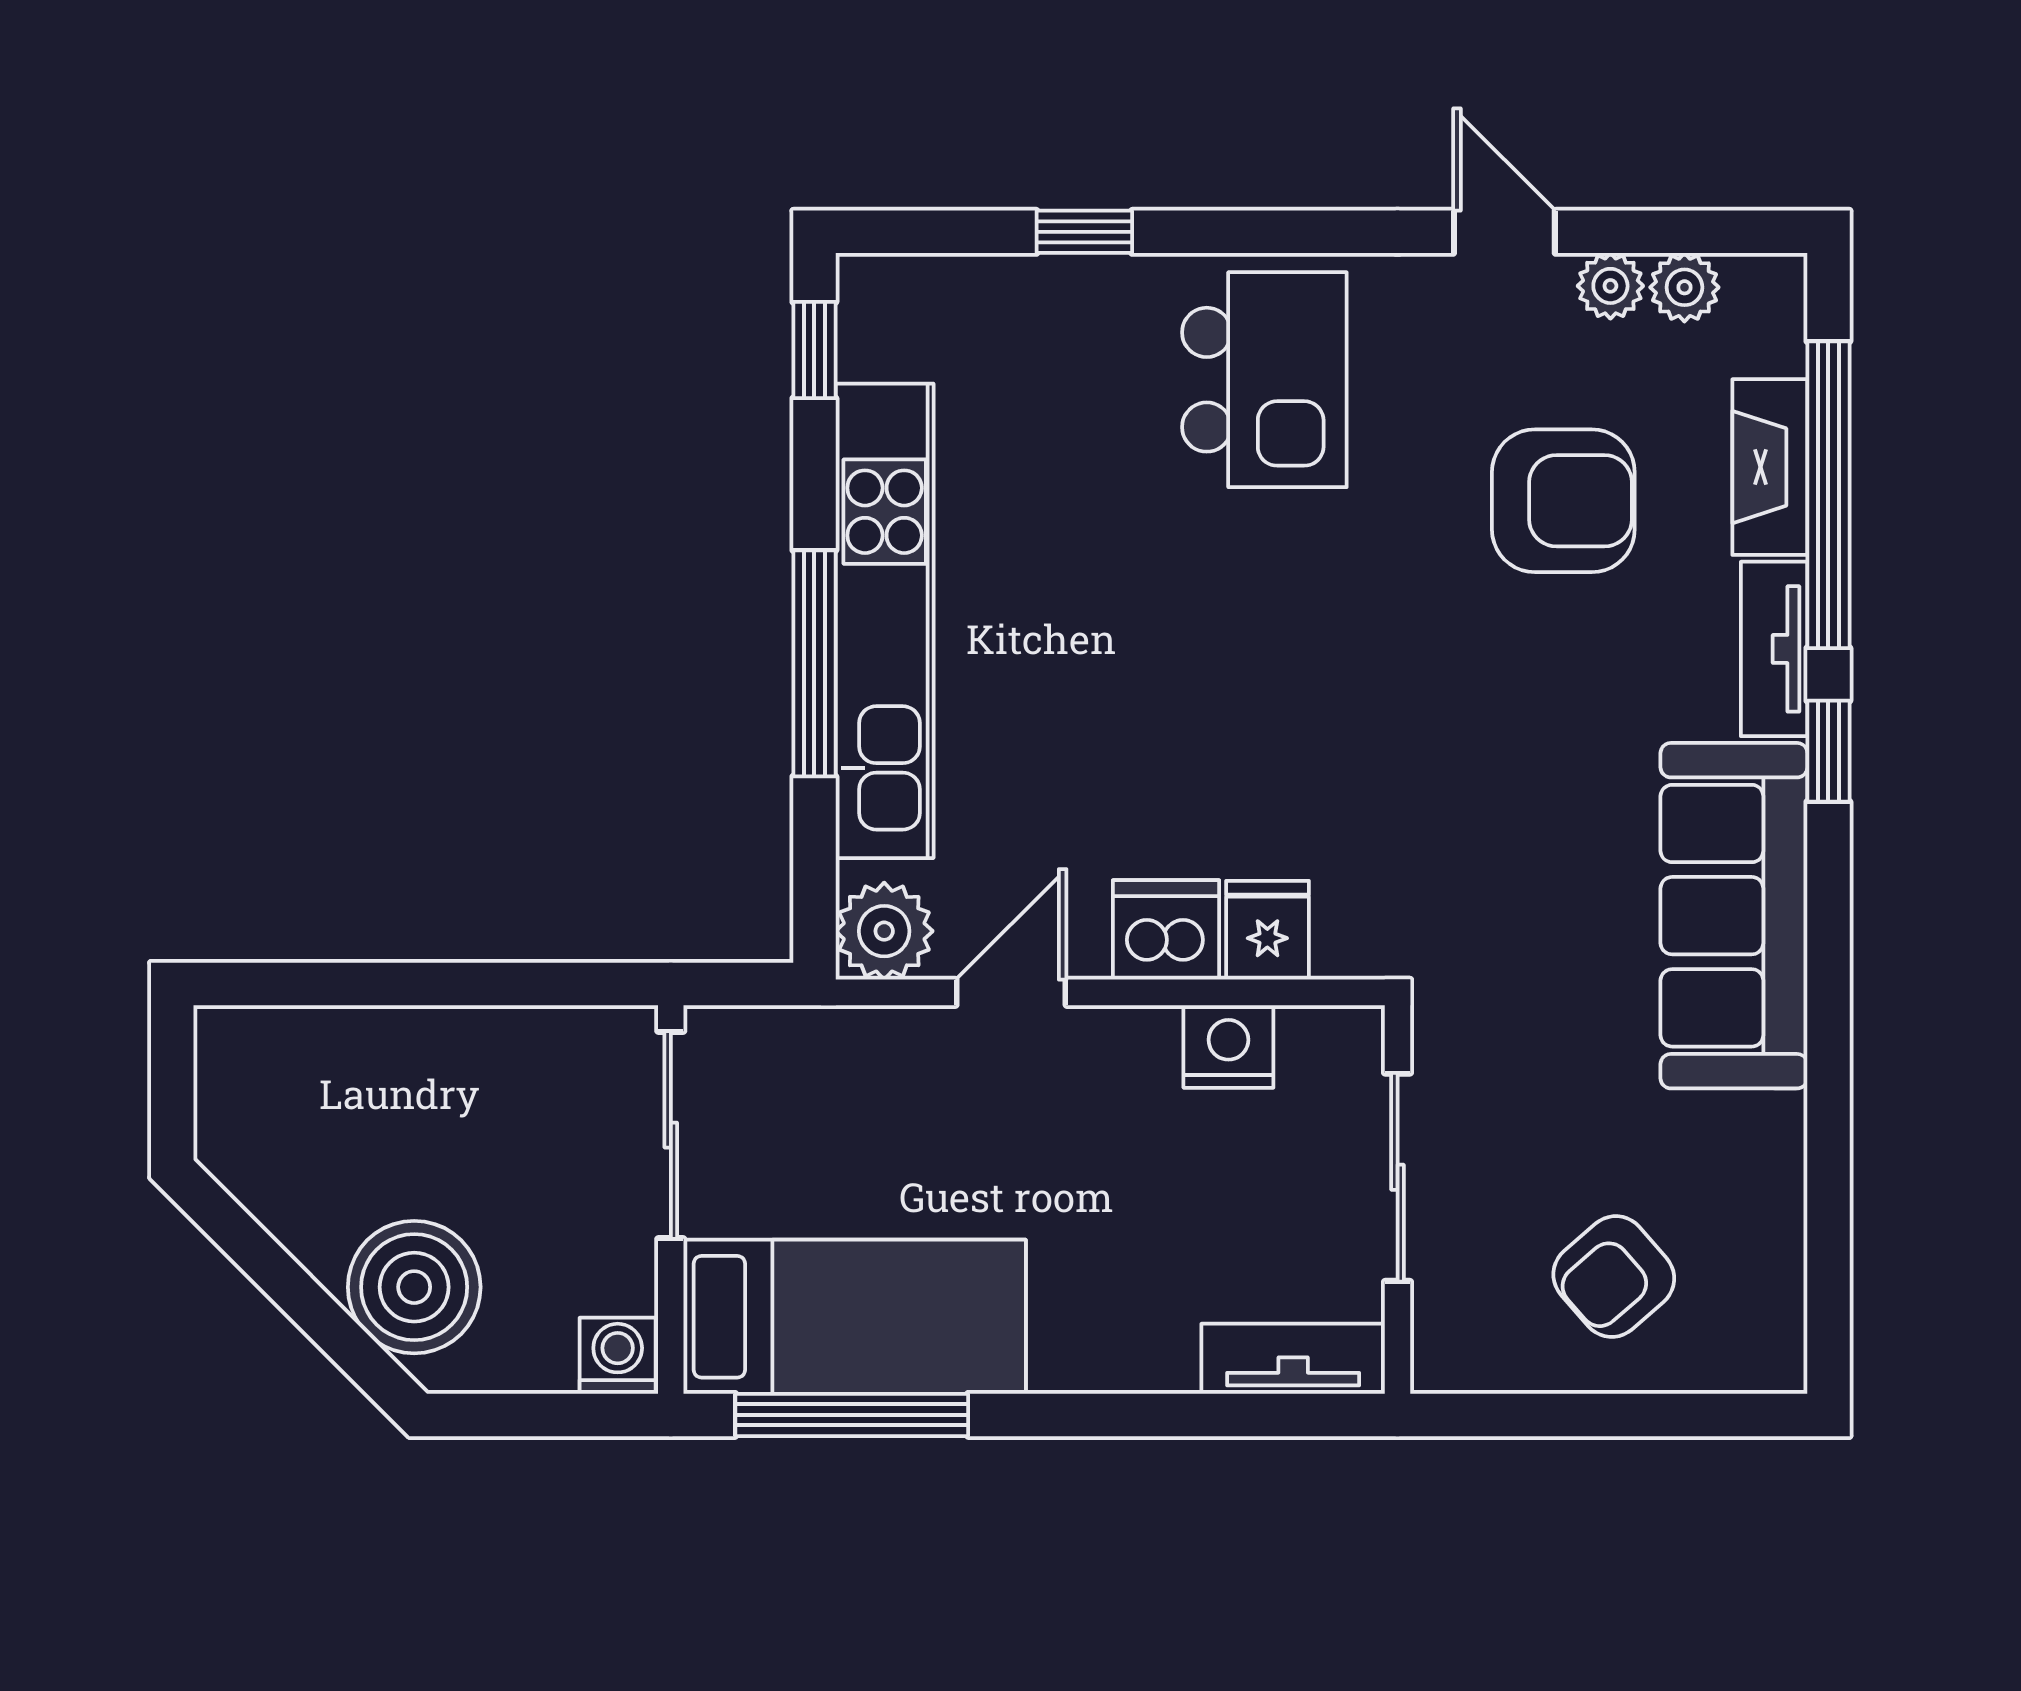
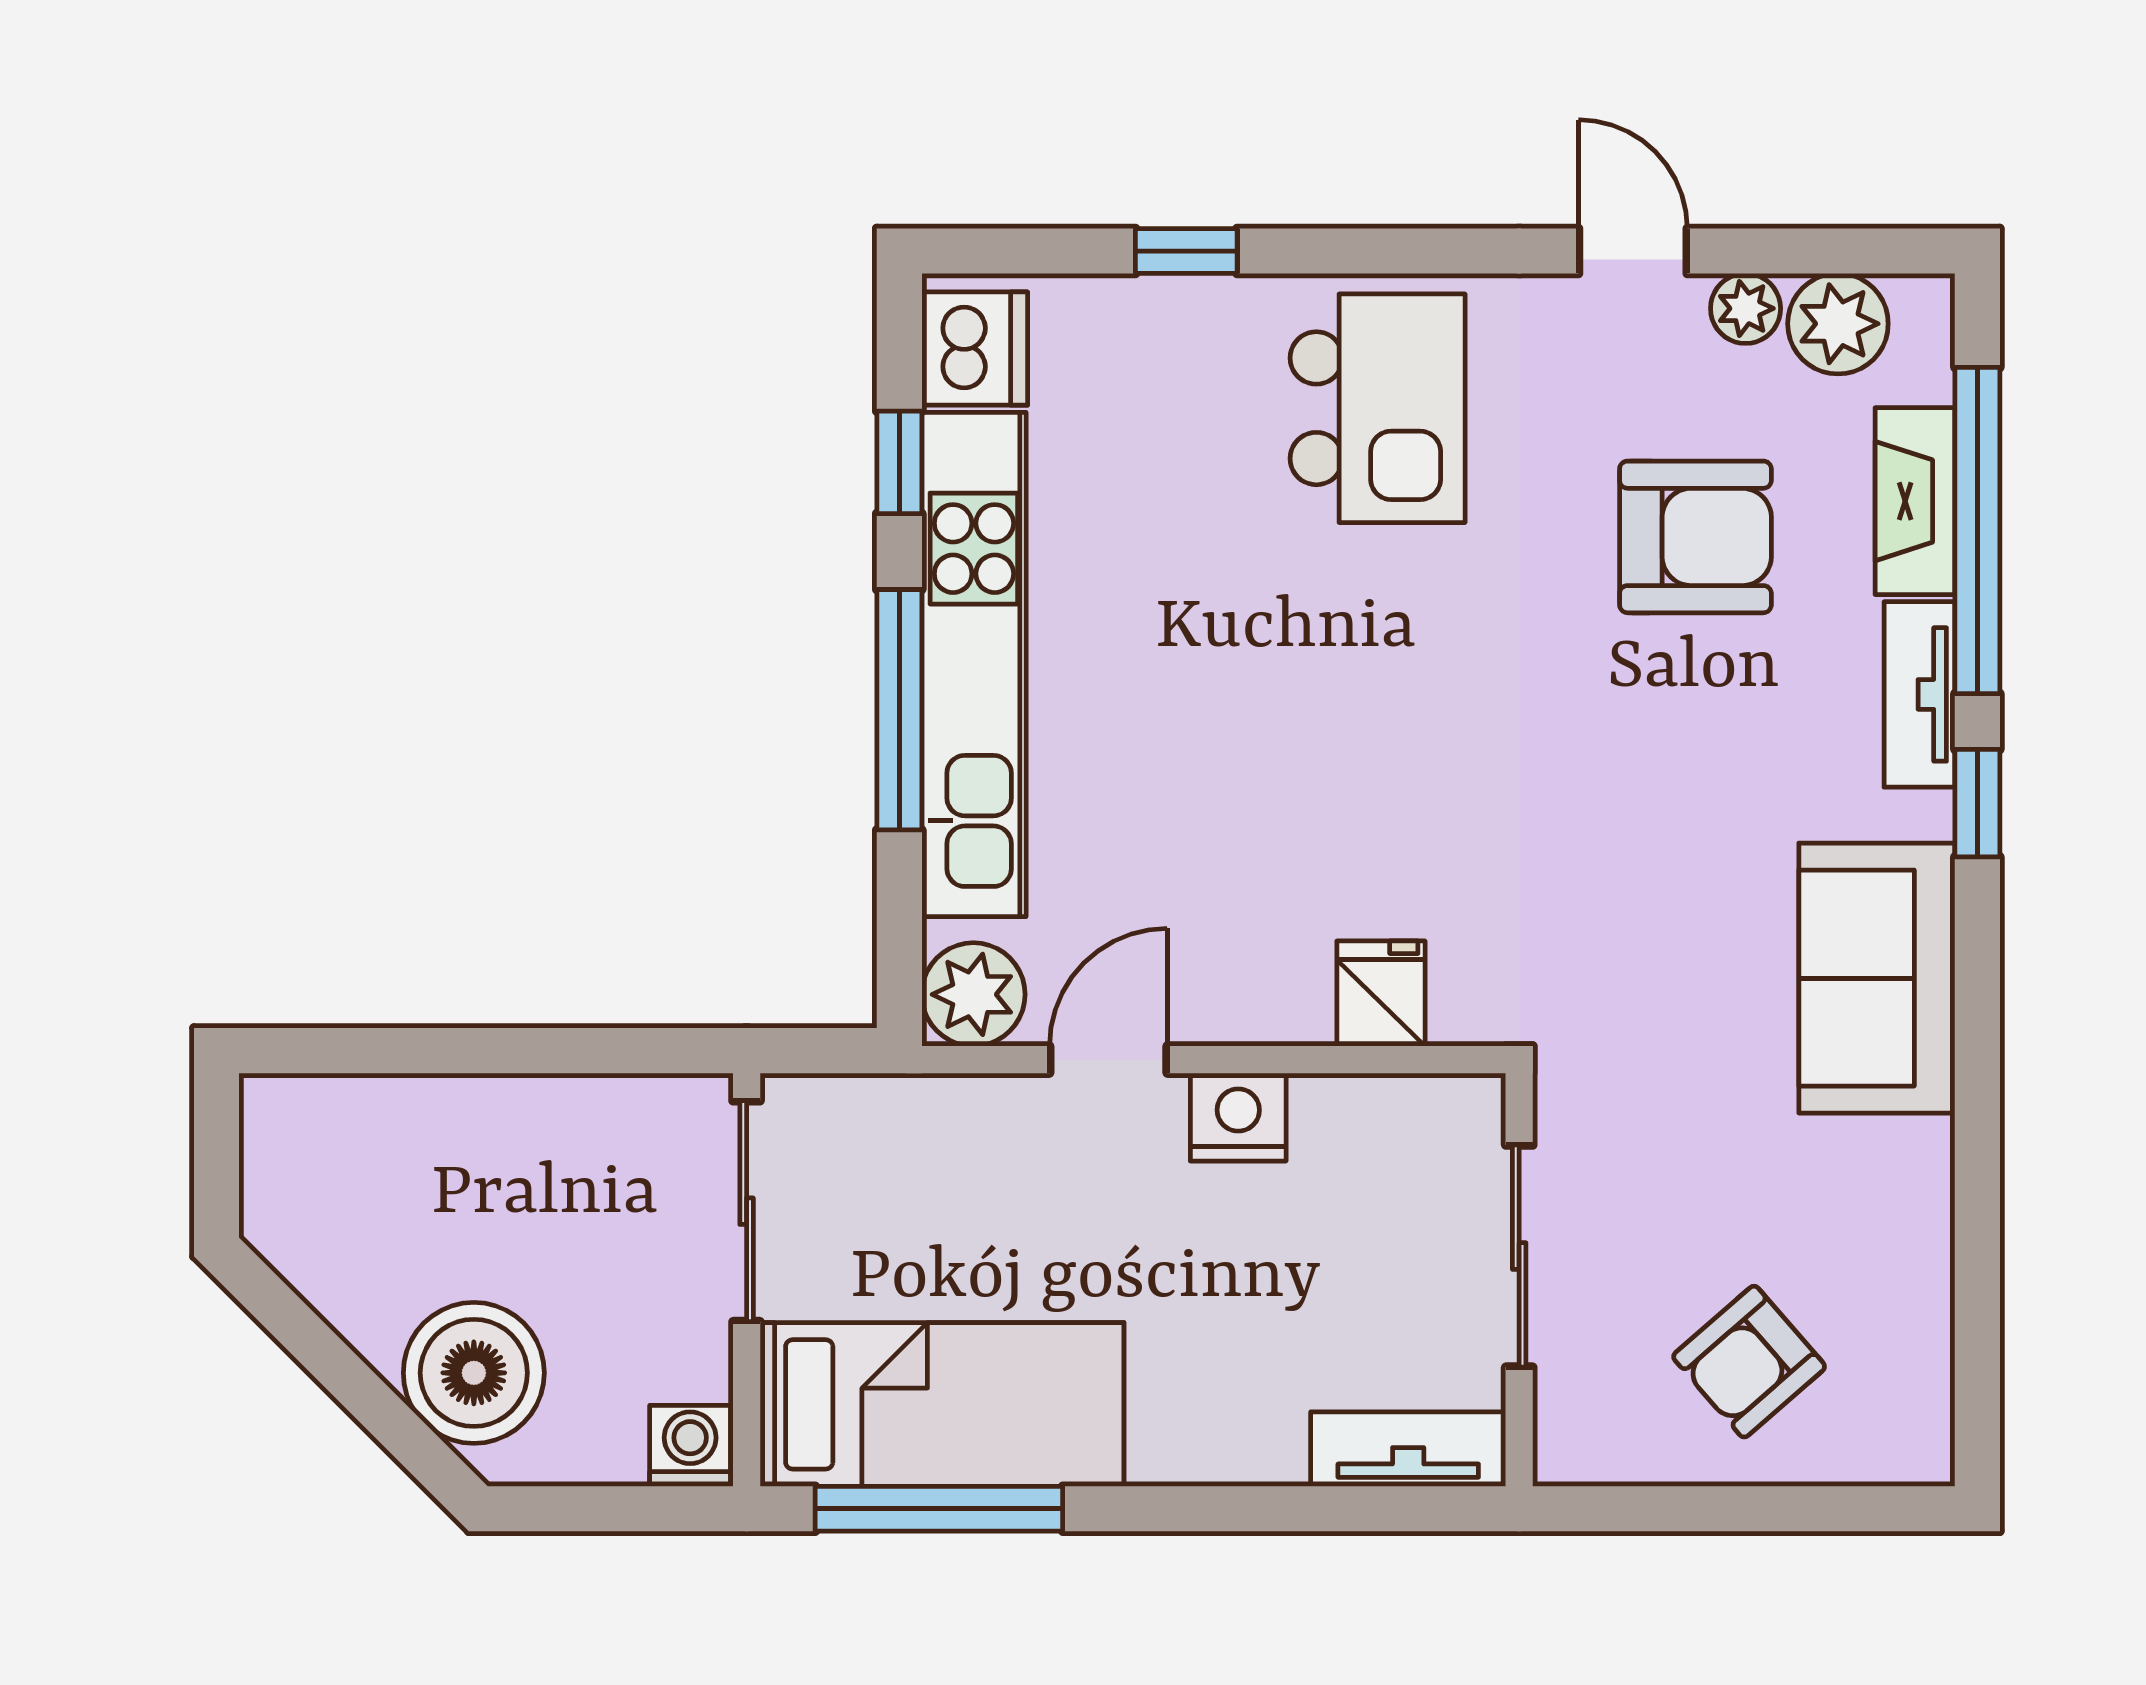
plant: (1684, 287) -> (1838, 324), width x1.38, depth x1.38
window: (814, 350) -> (899, 462), moved
sofa: (1734, 916) -> (1877, 978), width x0.73
dishwasher: (1166, 930) -> (975, 349), moved, turned 90
nightstand: (1228, 1046) -> (1238, 1117), moved

